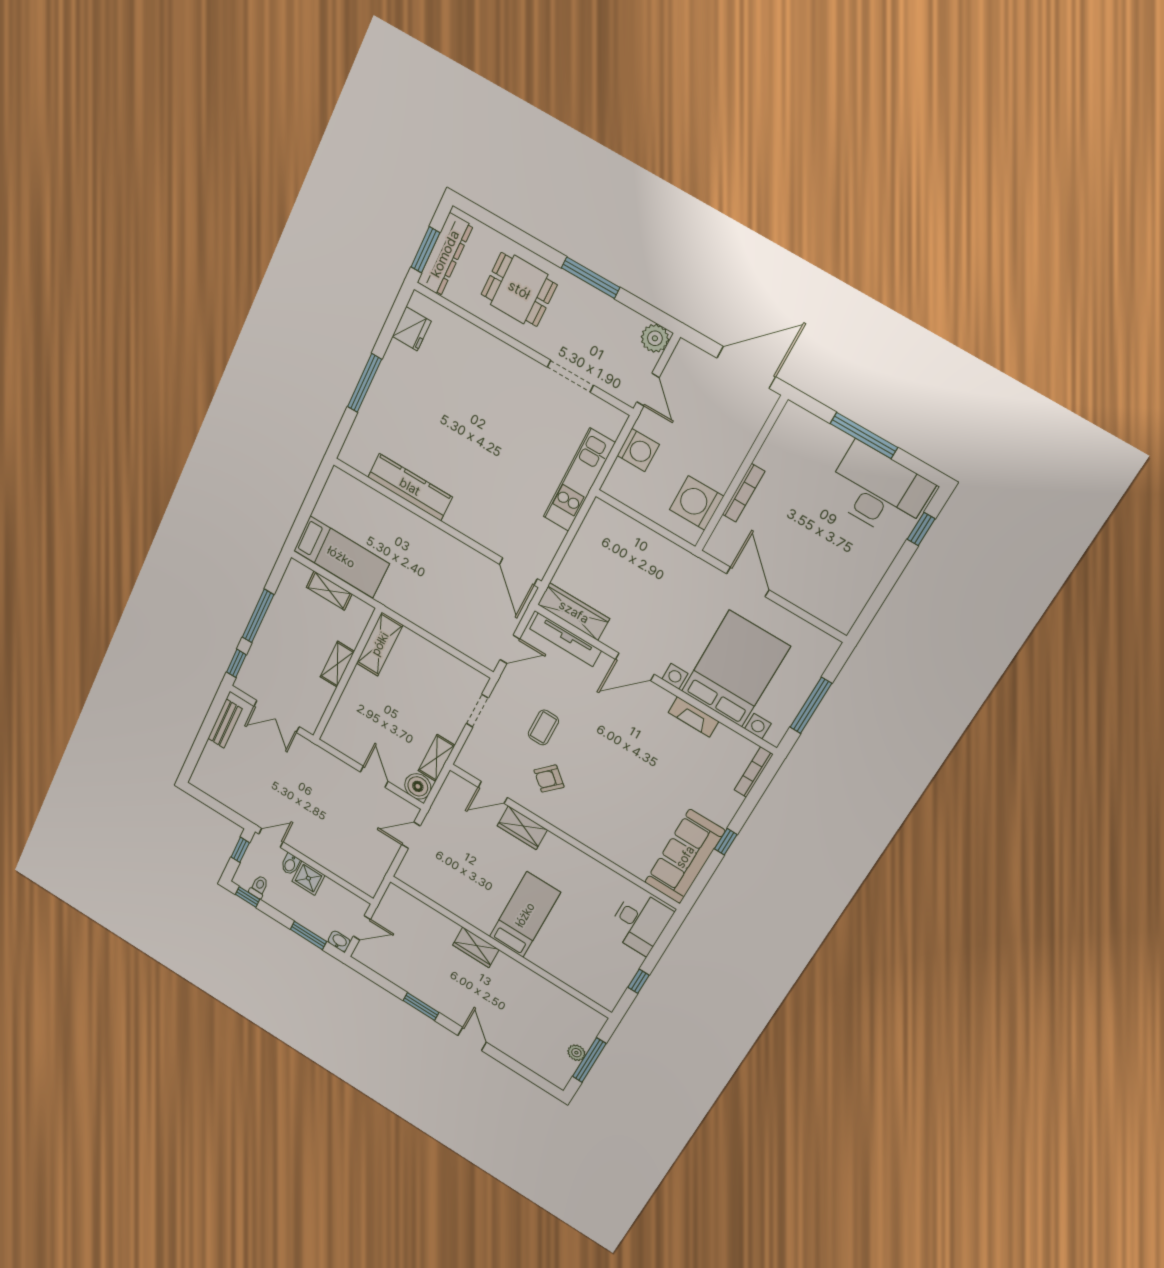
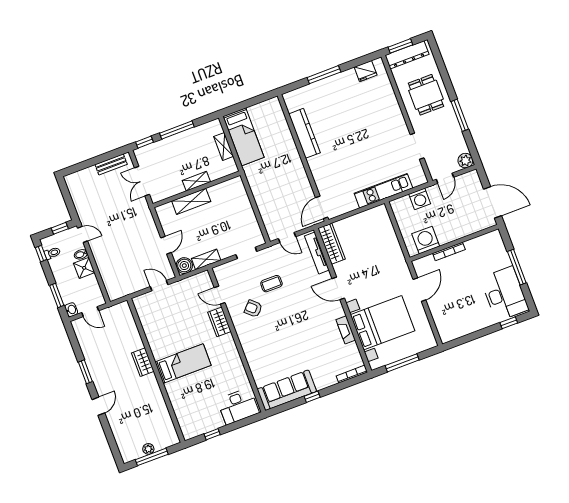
shelving: (380, 644) -> (191, 201), moved

